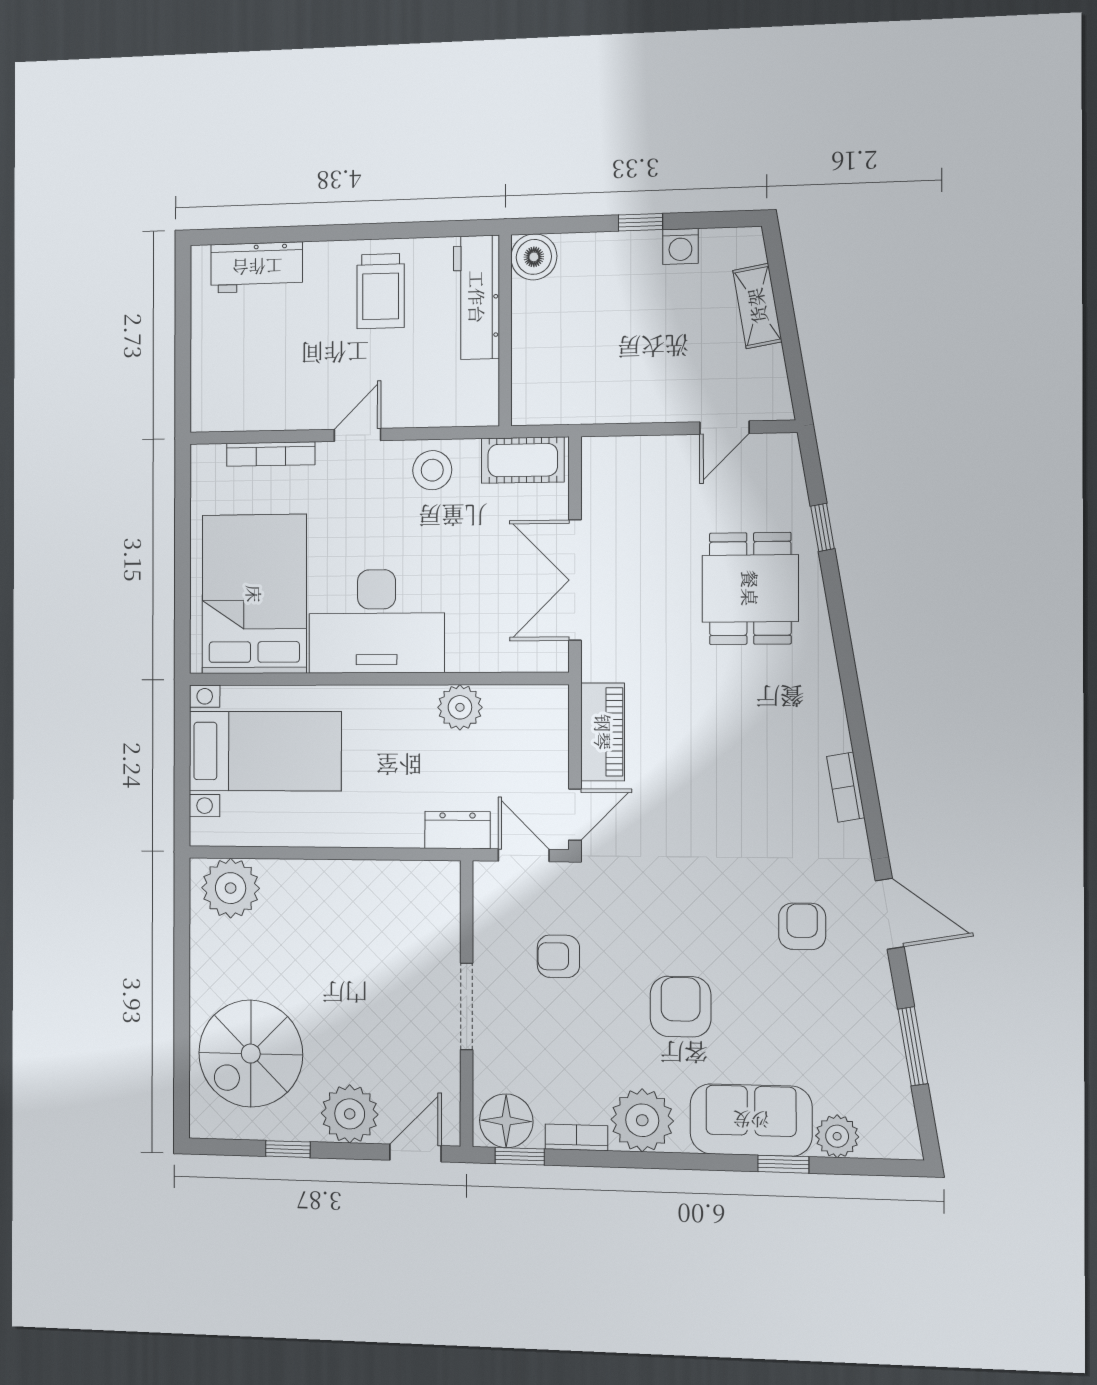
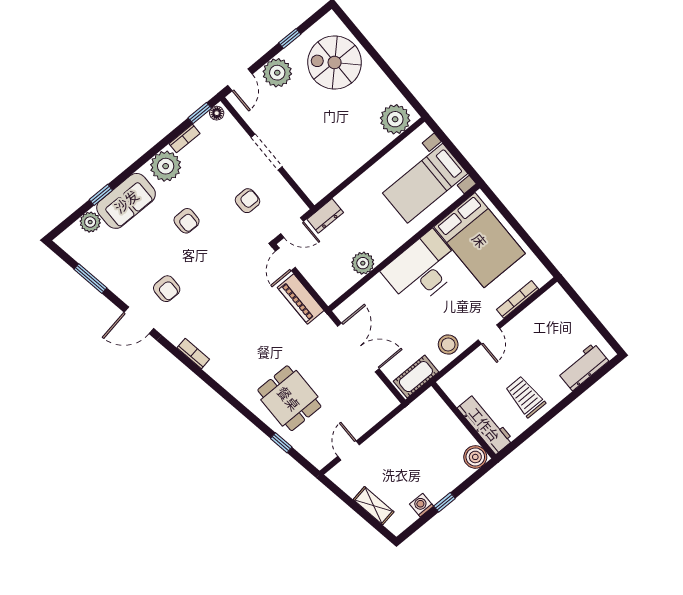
armchair: (681, 1007) -> (187, 221), width x0.72, depth x0.72
spiral stairs: (251, 1054) -> (335, 62), turned -90
floor lamp: (506, 1121) -> (217, 113), width x0.53, depth x0.53

